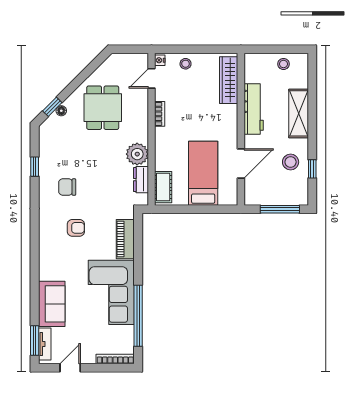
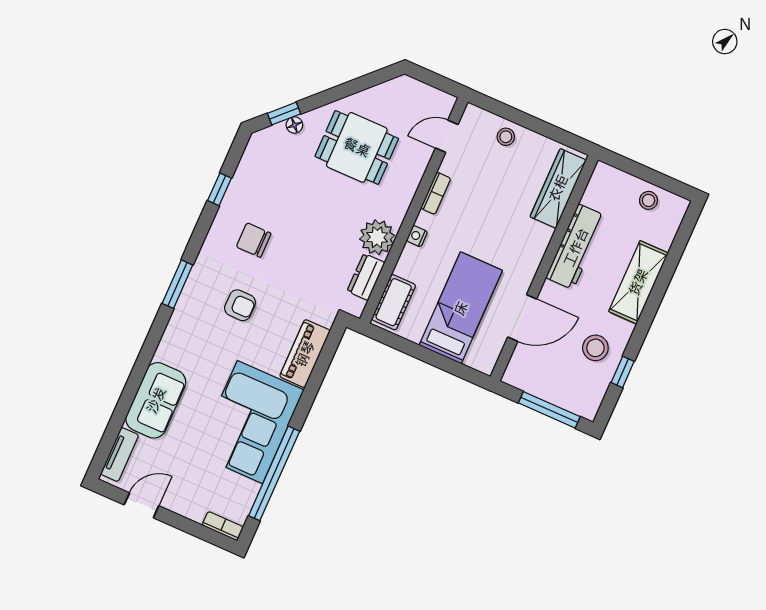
nightstand: (160, 60) -> (417, 236), moved
dining table: (103, 108) -> (357, 147), turned 90
window: (35, 341) -> (177, 284), moved
bookcase: (115, 359) -> (223, 526), width x0.64

